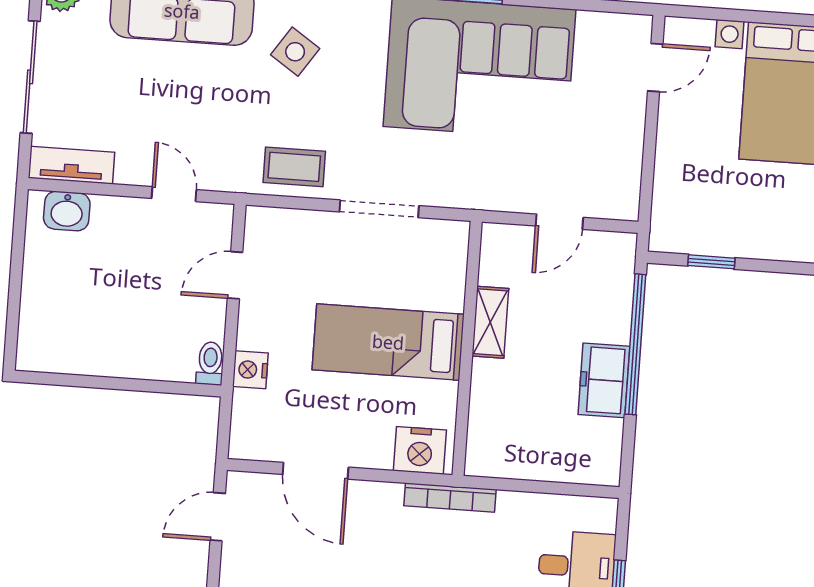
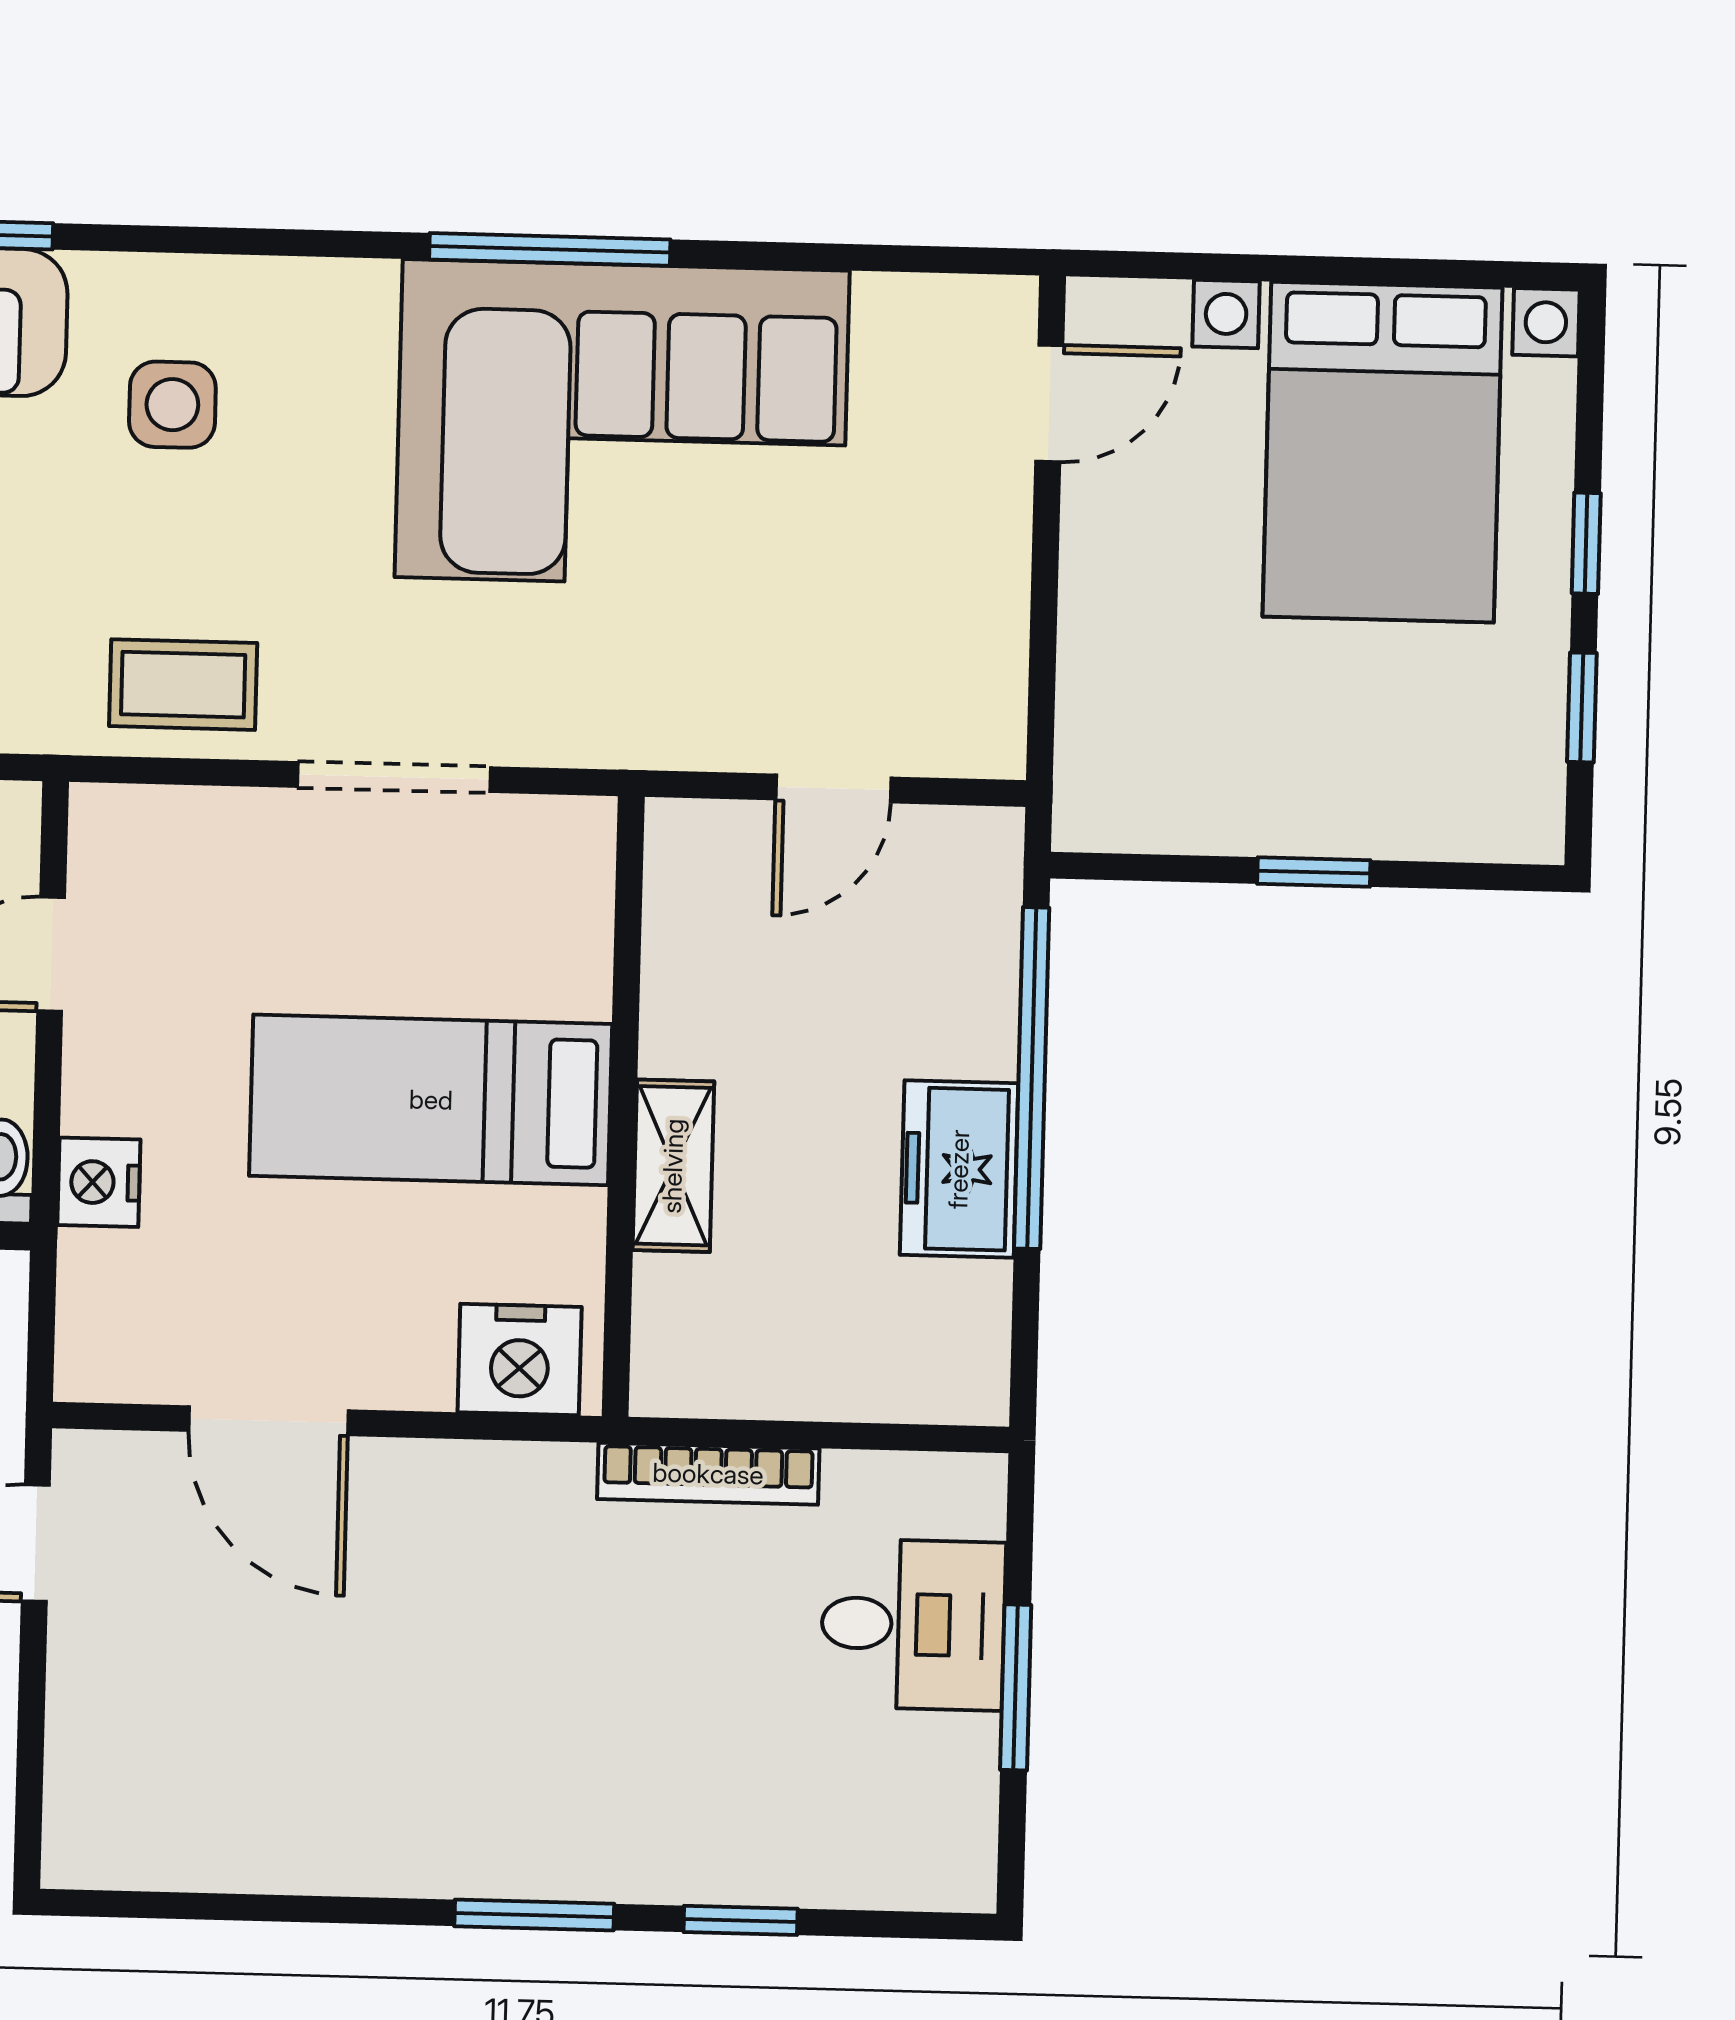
side table: (295, 52) -> (172, 405), turned -34
window: (711, 262) -> (1314, 872), moved
shelving: (490, 322) -> (673, 1166), moved
bookcase: (450, 498) -> (708, 1474), moved

